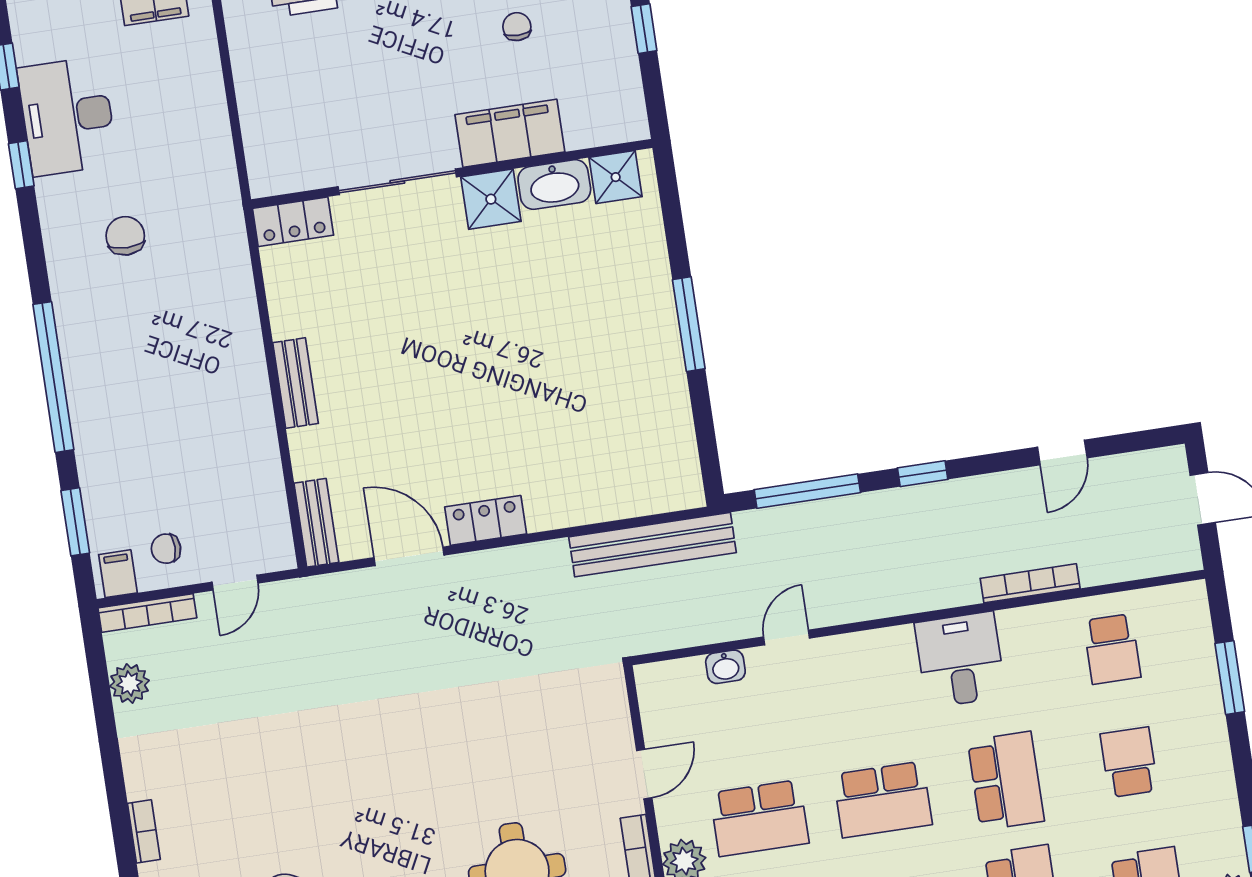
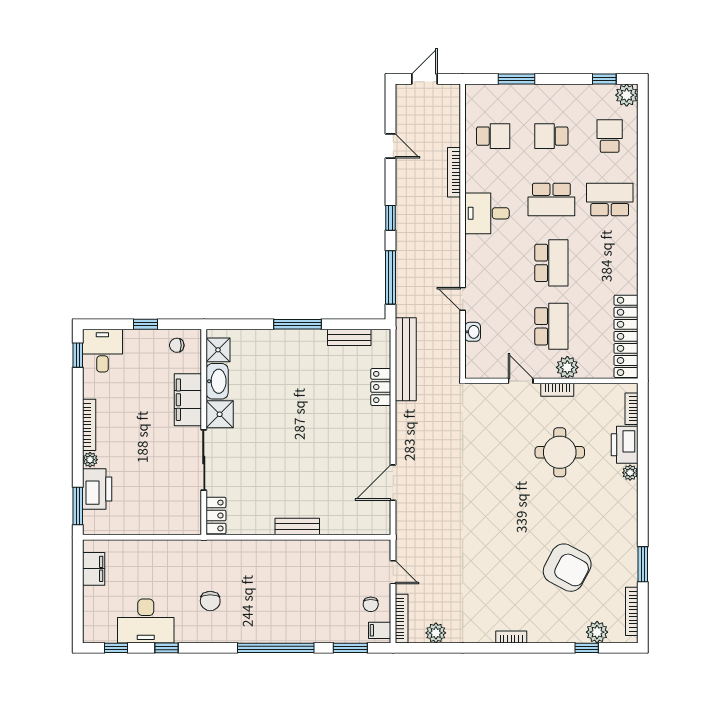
chair: (517, 27) -> (177, 345), moved
chair: (125, 236) -> (210, 601), turned -90
locker: (486, 520) -> (381, 387), moved
bench: (316, 523) -> (349, 337), moved
school desk: (1006, 781) -> (551, 199), turned 180

